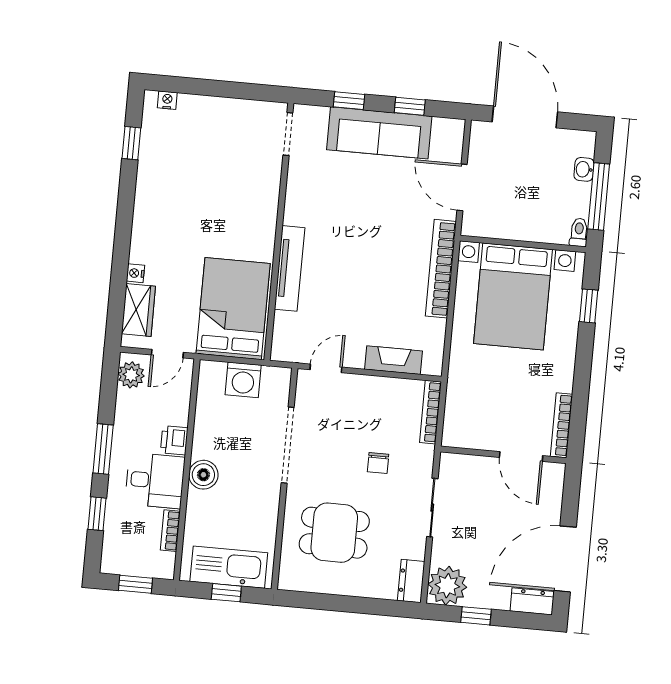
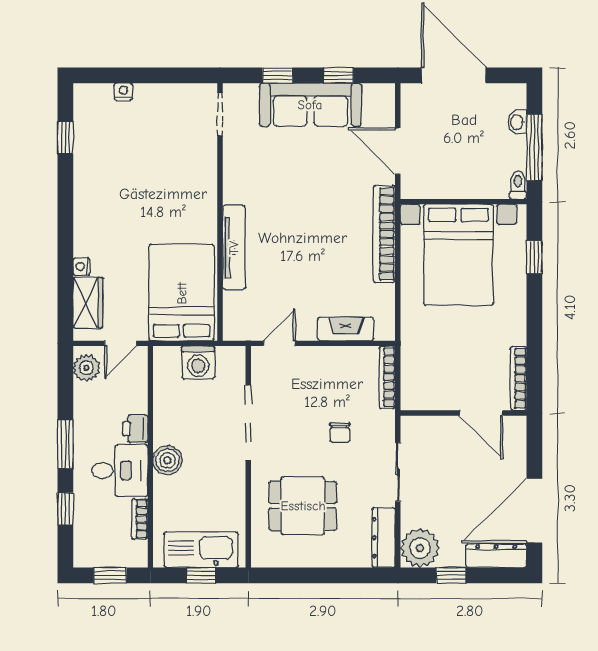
nightstand: (167, 100) -> (123, 92), moved
dresser: (411, 581) -> (383, 538), width x1.44
dresser: (532, 601) -> (496, 556), width x1.44

